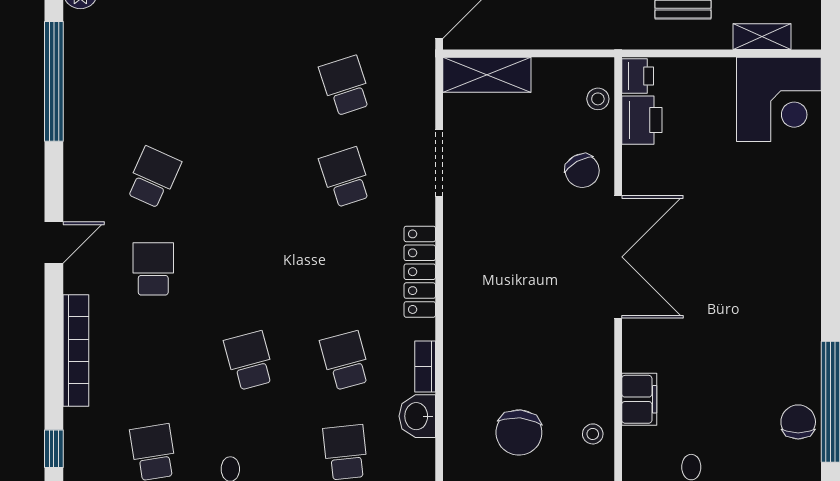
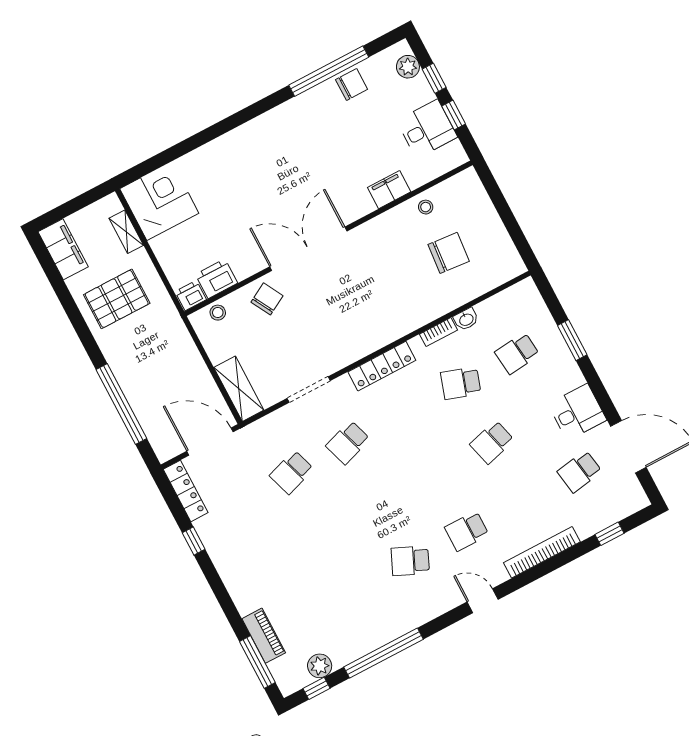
school desk: (345, 361) -> (461, 383), turned 33
washbasin: (417, 416) -> (466, 319), width x0.72, depth x0.69
chair: (798, 422) -> (352, 85), turned 180

